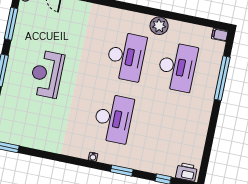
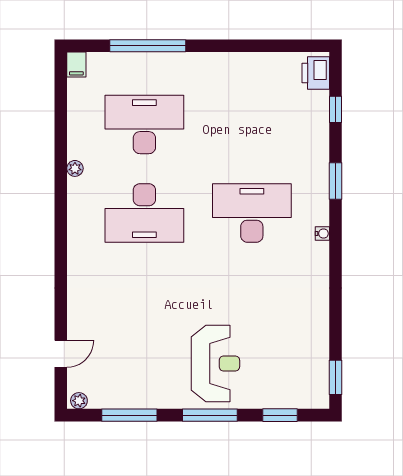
plant: (159, 26) -> (75, 168), width x0.53, depth x0.53
desk: (126, 56) -> (144, 213), turned 180
reception desk: (47, 74) -> (215, 363), moved, turned -90

